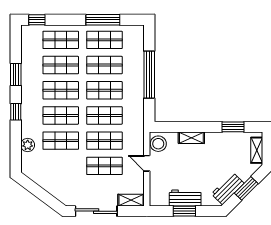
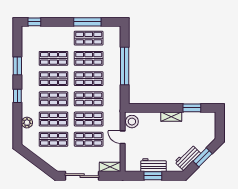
shop shelf: (61, 40) -> (53, 139), moved
shelving: (191, 138) -> (171, 117), moved
shelving: (257, 150) -> (211, 127), removed

